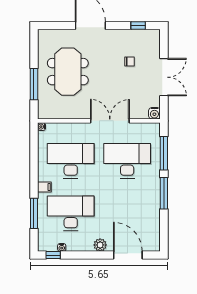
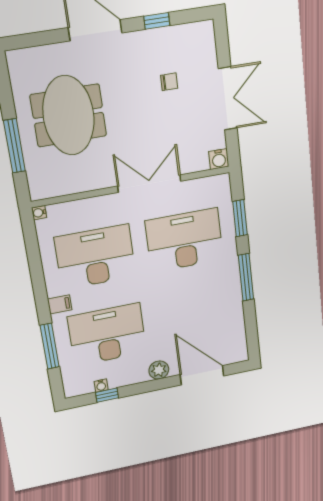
window: (138, 26) -> (157, 21), moved
window: (164, 153) -> (240, 218), width x0.69
window: (53, 255) -> (107, 395), moved

